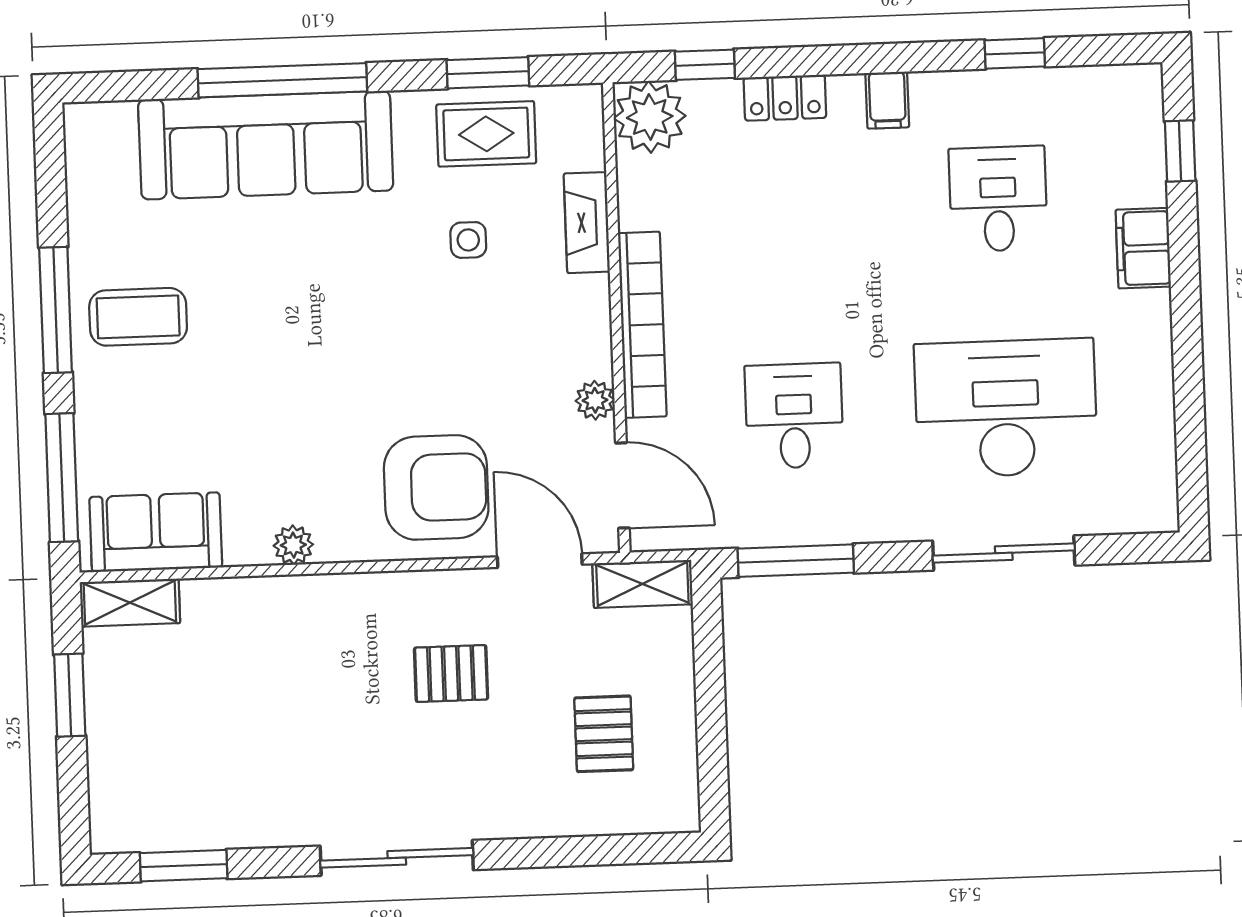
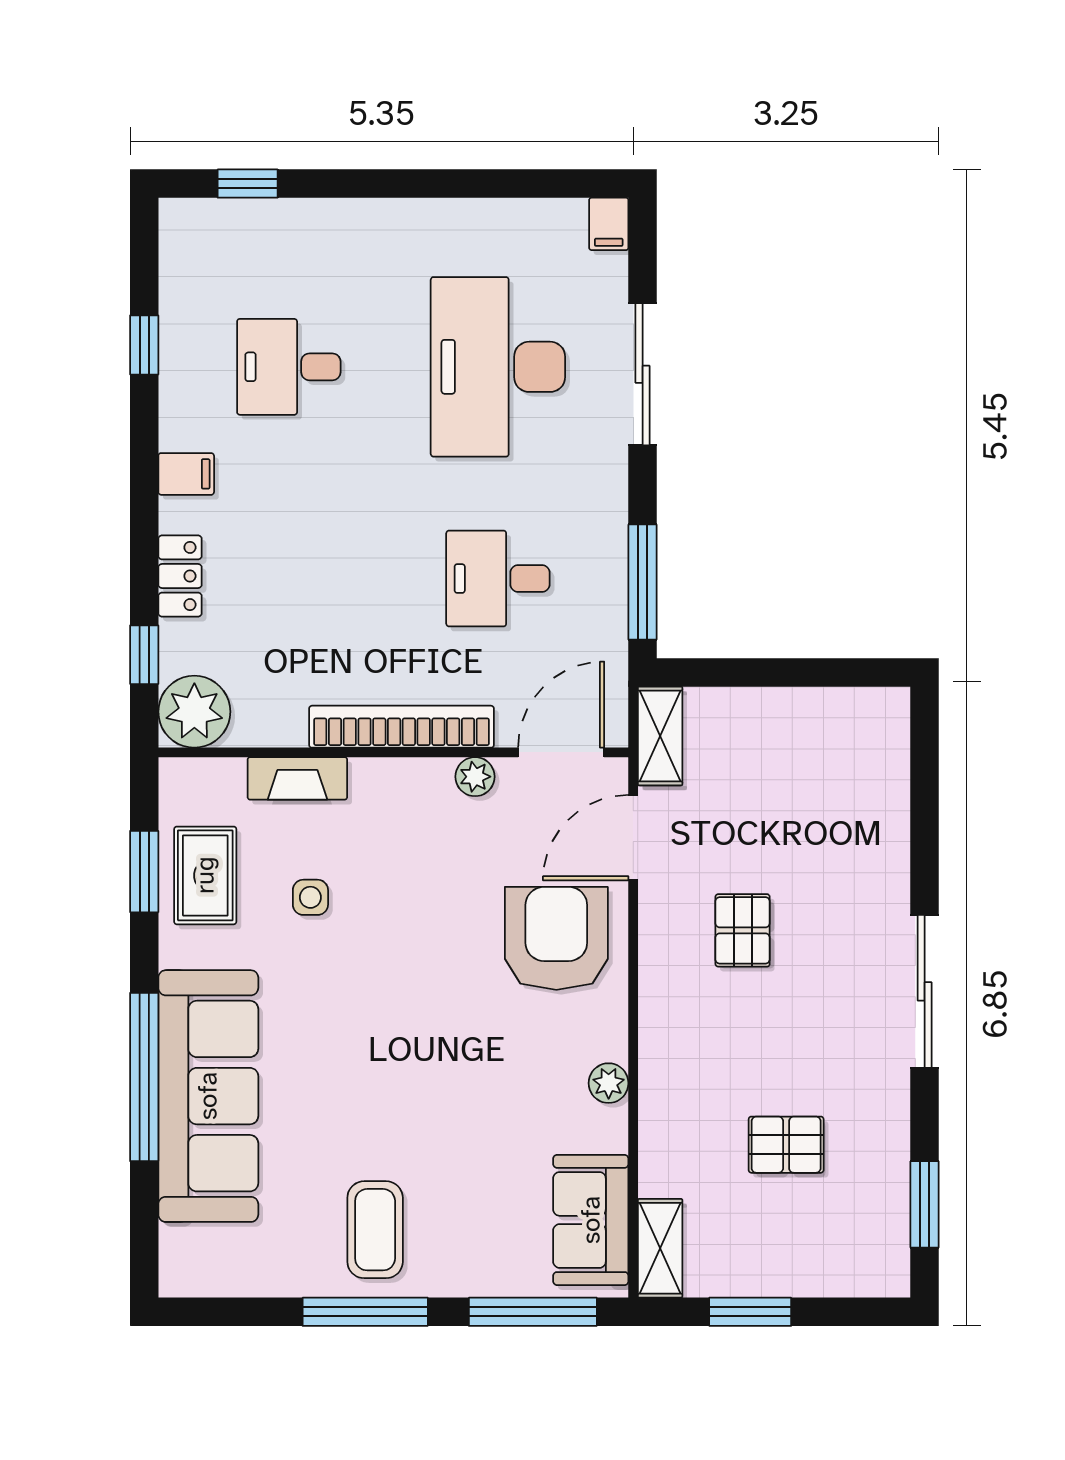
filing cabinet: (1143, 248) -> (609, 224), moved, width x0.50
pallet: (604, 734) -> (786, 1145), moved

